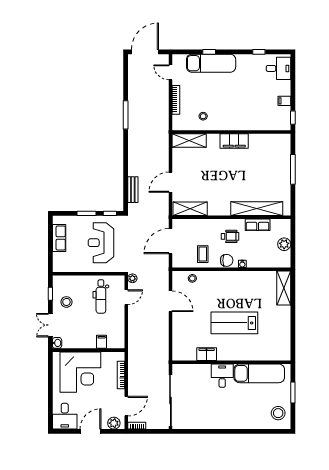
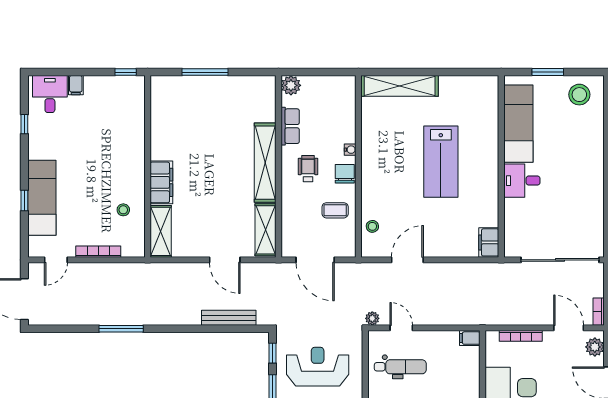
filing cabinet: (284, 101) -> (76, 85), moved
filing cabinet: (234, 141) -> (161, 182), moved
bench: (133, 190) -> (229, 318), width x1.36
shelving: (257, 209) -> (265, 163), moved
reception desk: (101, 243) -> (318, 367), turned 180
plant: (284, 244) -> (291, 85), moved
shelving: (284, 288) -> (400, 86), width x1.47
filing cabinet: (102, 342) -> (470, 338), moved
filing cabinet: (207, 354) -> (489, 242), moved

